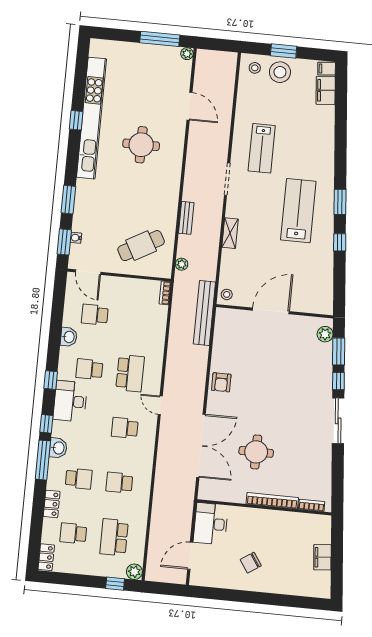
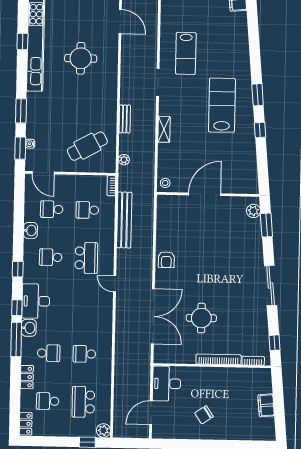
bench: (204, 313) -> (124, 220), moved
window: (338, 381) -> (274, 343), moved
desk: (70, 401) -> (36, 301), moved
school desk: (125, 428) -> (87, 210), moved

